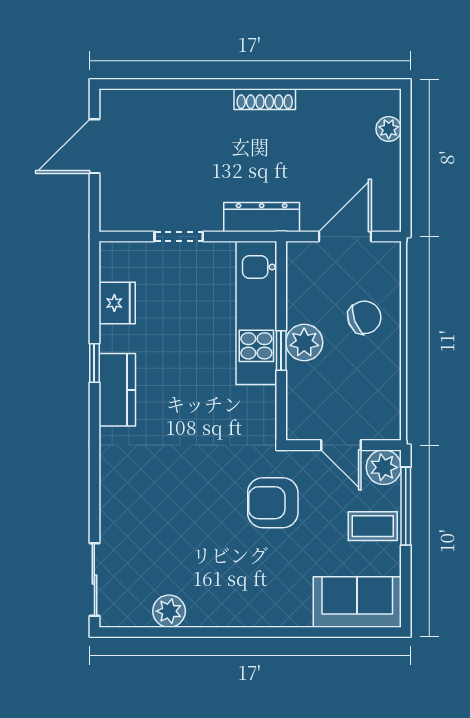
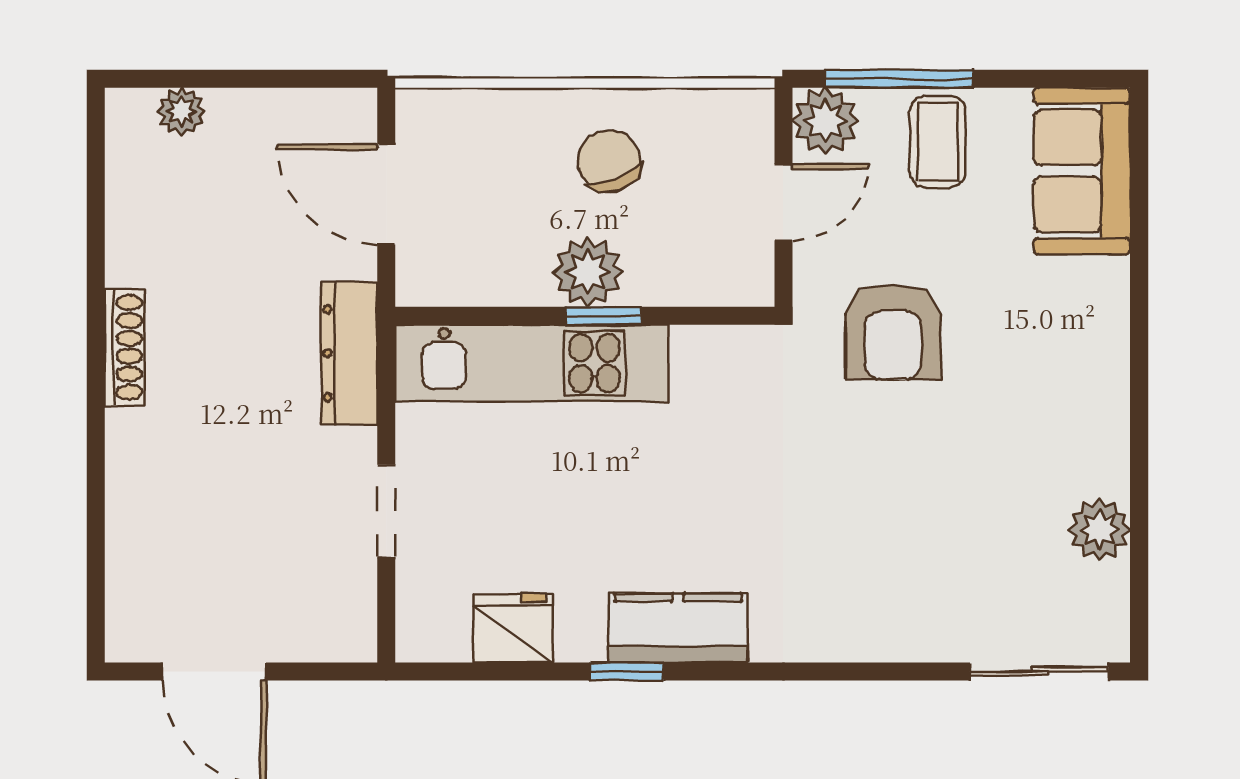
chair: (364, 317) -> (609, 161), moved

